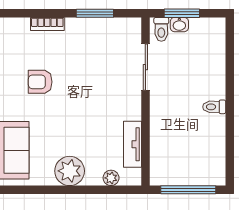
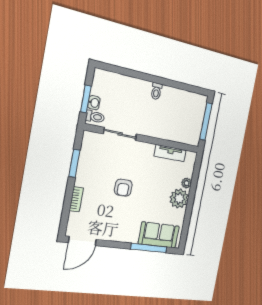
armchair: (40, 82) -> (123, 188), moved
plant: (111, 178) -> (186, 183), moved

